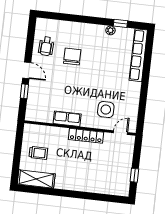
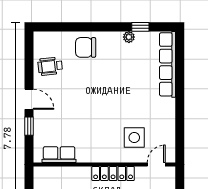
wheelchair: (46, 46) -> (50, 66), turned 81
chair: (72, 56) -> (86, 47), moved, turned -90
row of seats: (67, 119) -> (59, 155), moved

